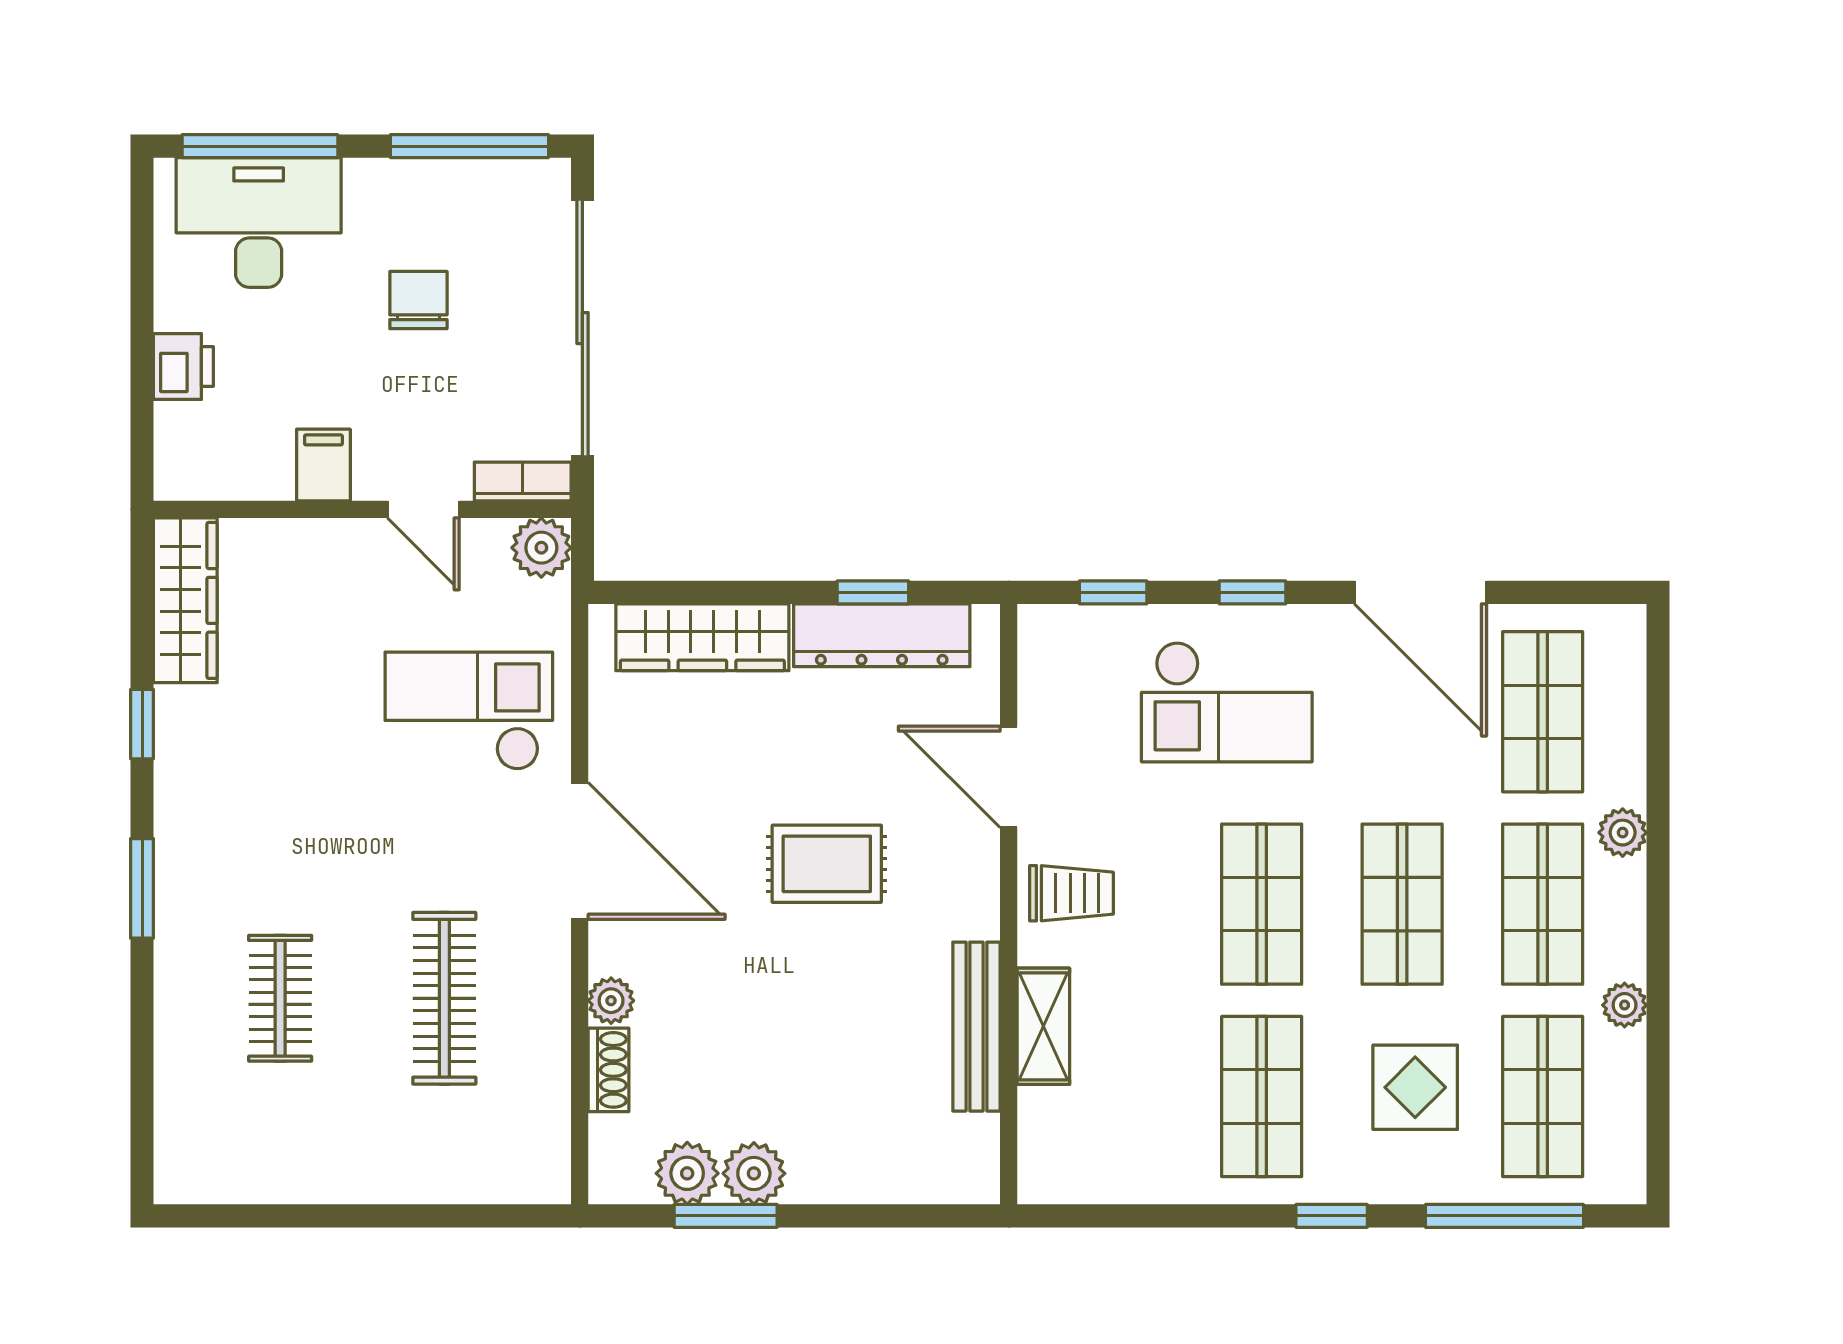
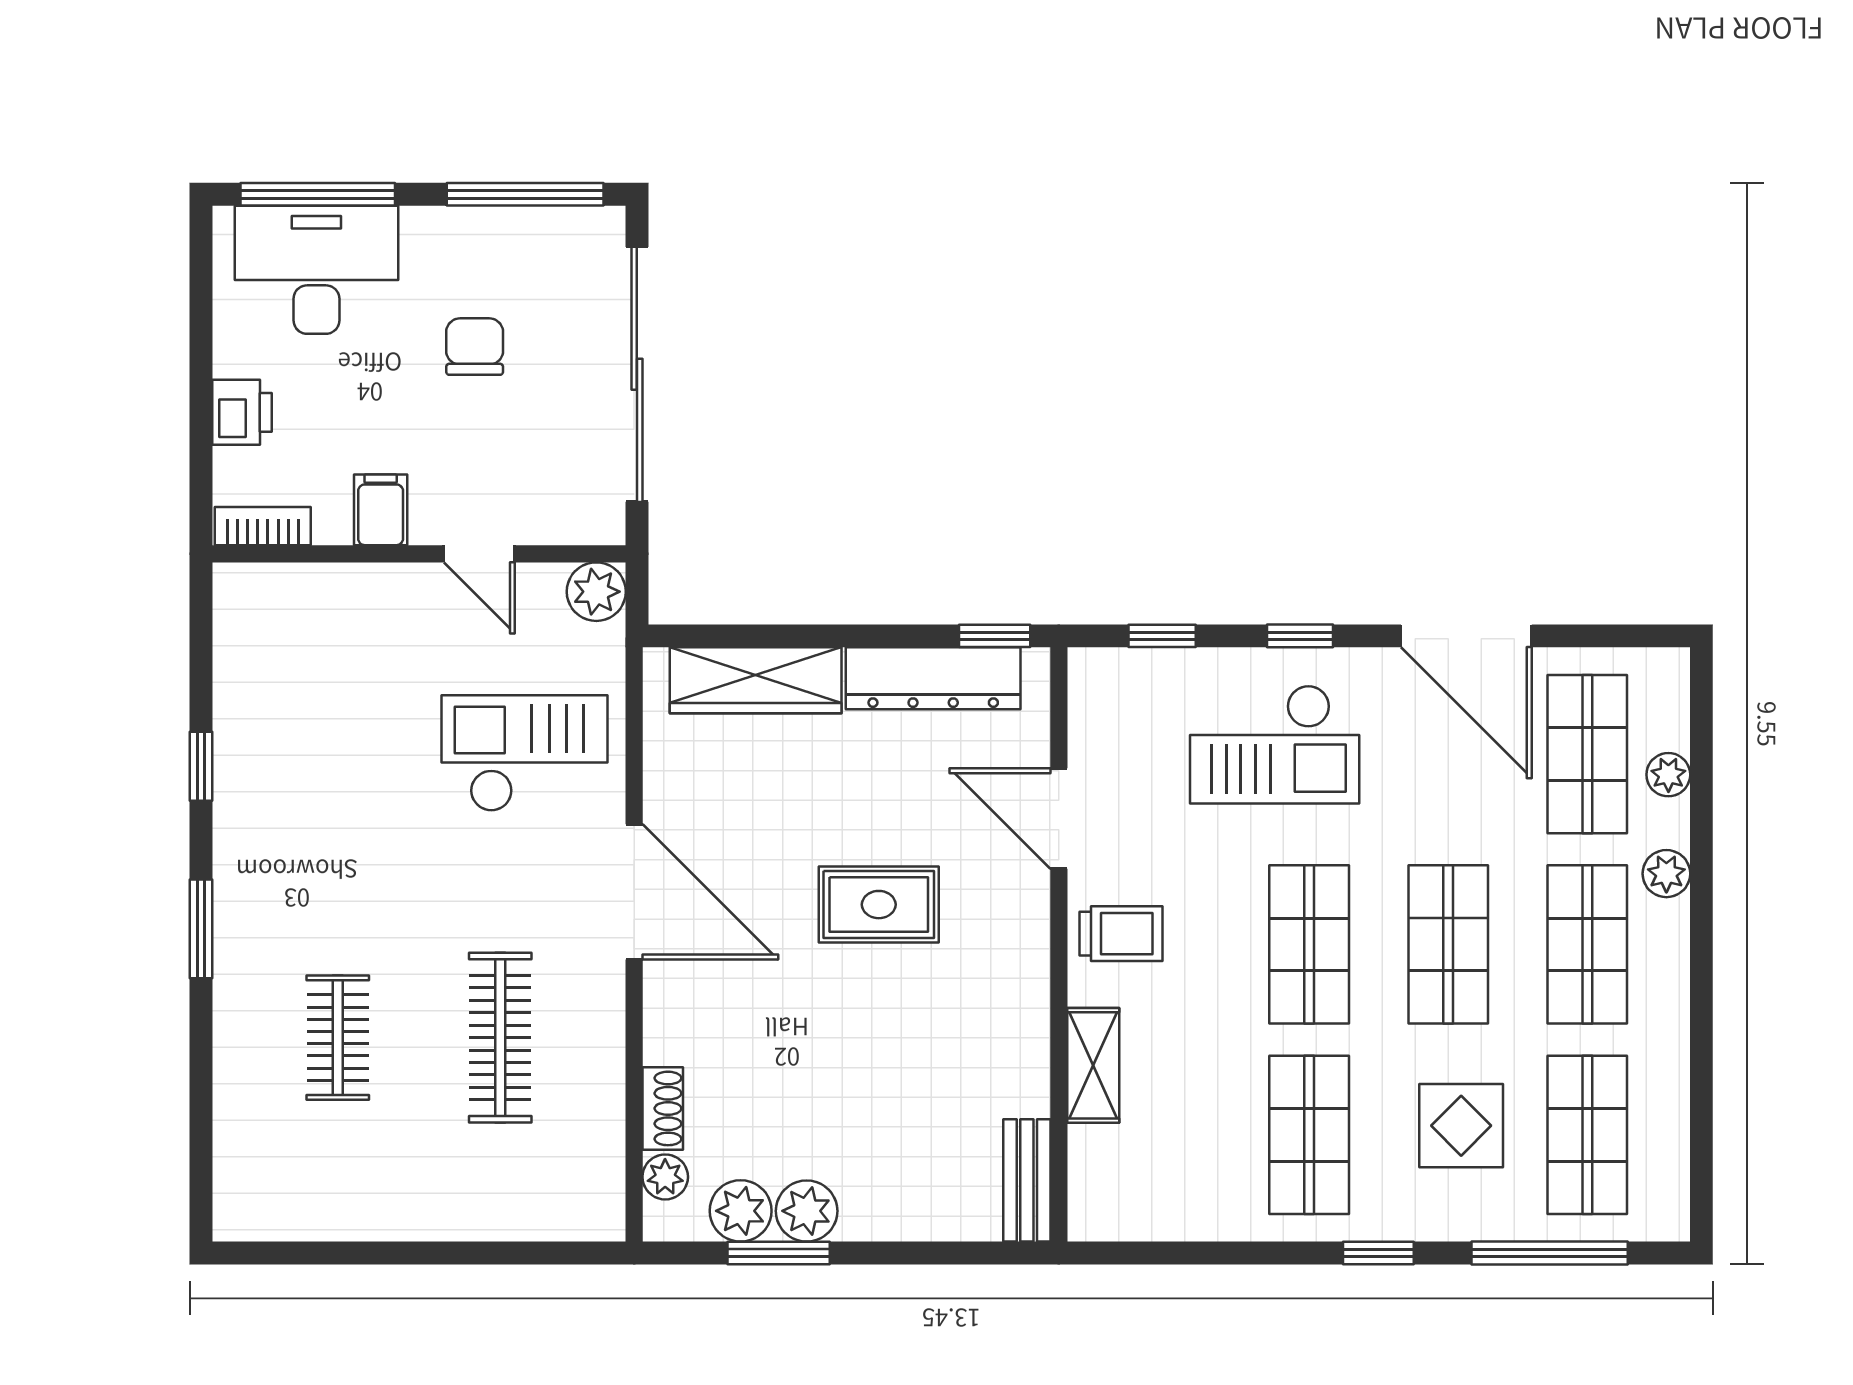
bookcase: (523, 481) -> (263, 526), moved
window: (873, 592) -> (995, 636), moved
wardrobe: (185, 600) -> (244, 644), removed
plant: (611, 1001) -> (665, 1177), moved
plant: (1625, 1005) -> (1668, 775), moved
bench: (976, 1027) -> (1027, 1180), moved, width x0.73

